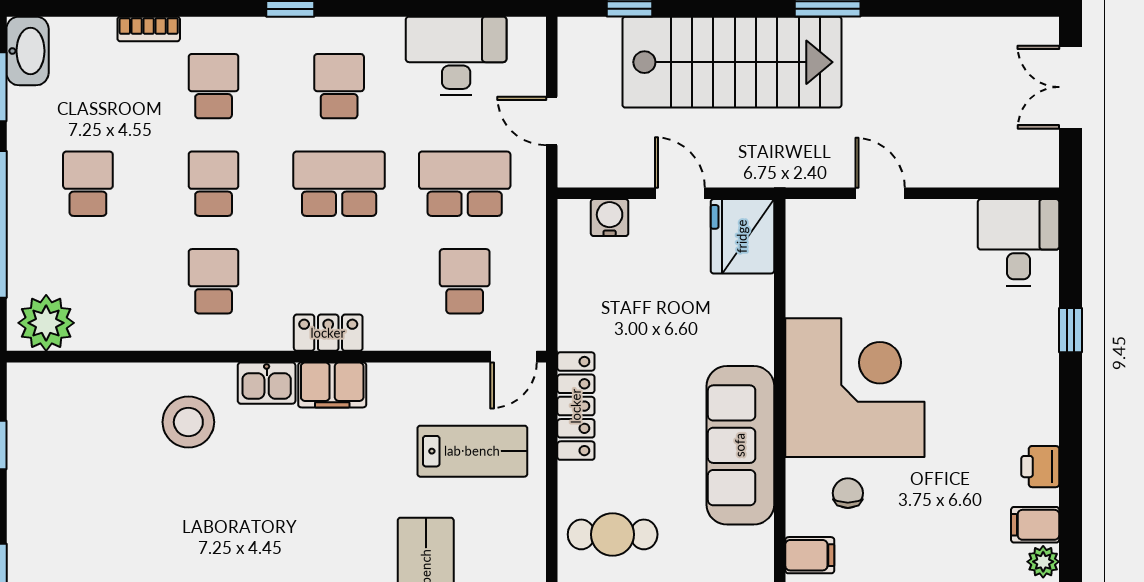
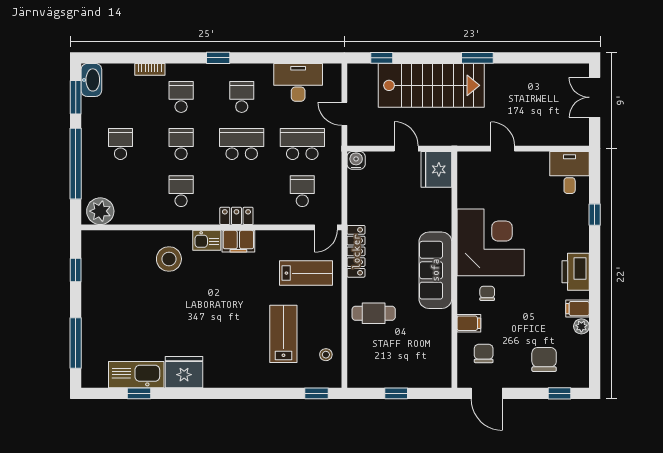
water cooler: (610, 218) -> (356, 160), moved
printer: (1040, 467) -> (576, 272), width x1.87, depth x1.48

